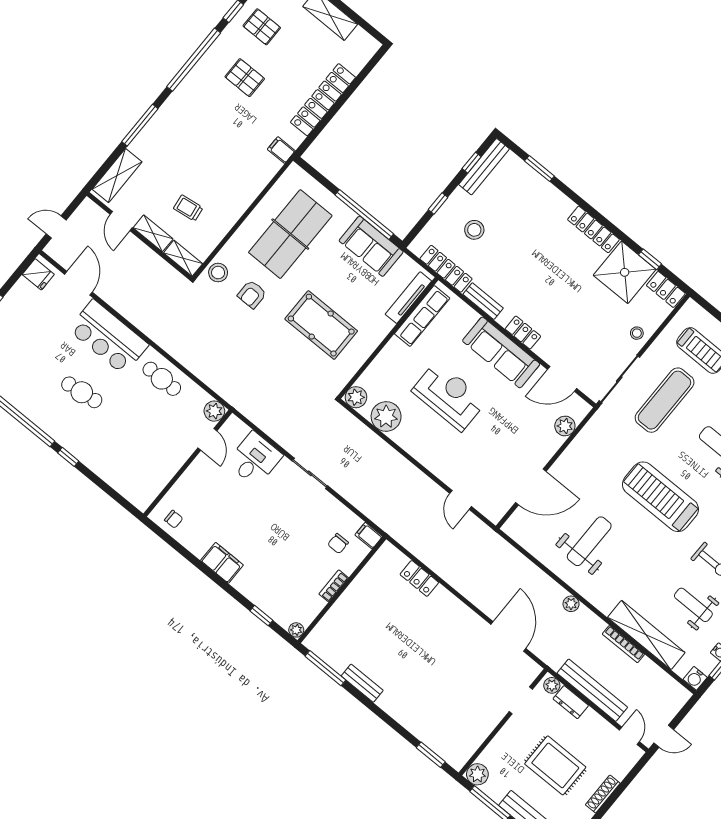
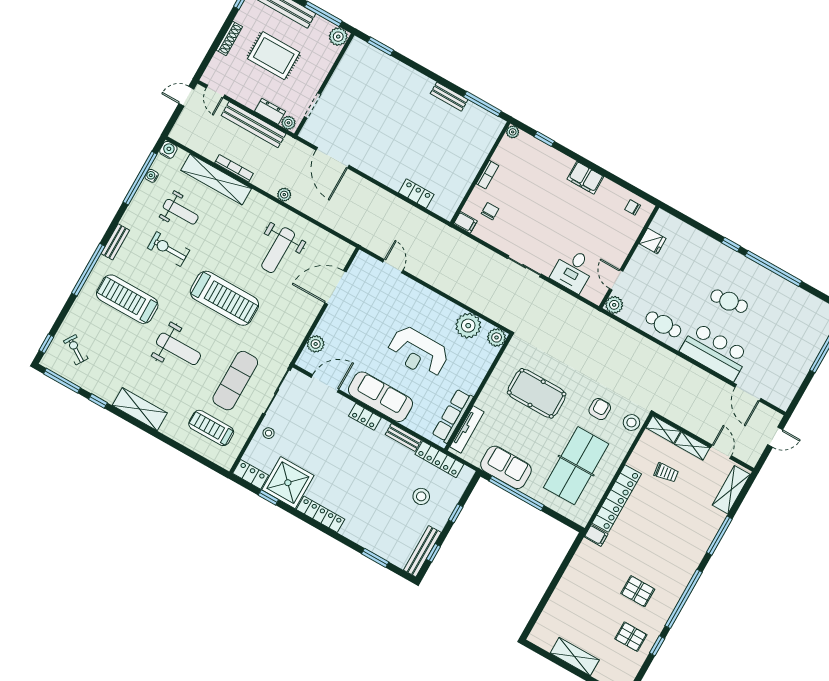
locker: (323, 100) -> (617, 499), moved
fridge: (38, 274) -> (653, 241), moved, turned 180

